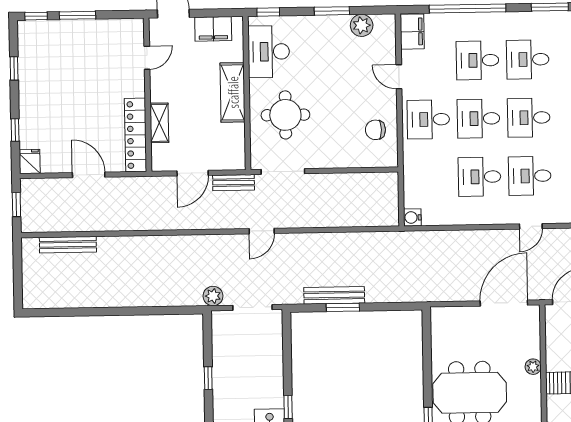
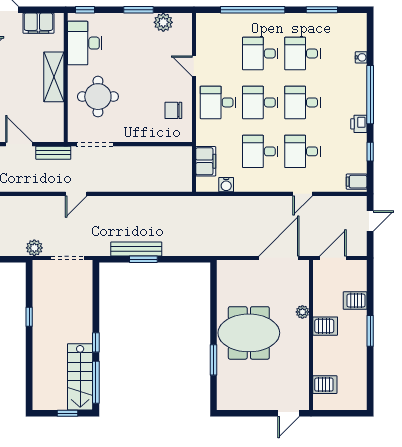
filing cabinet: (412, 32) -> (206, 161), moved
door: (193, 173) -> (19, 144), swing flipped
water cooler: (412, 217) -> (226, 185), moved, turned -90

